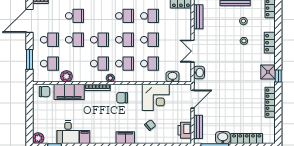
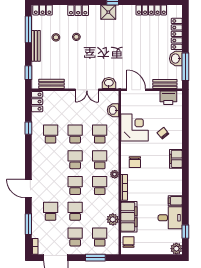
school desk: (124, 16) -> (51, 160), removed
locker: (270, 102) -> (151, 10), moved

